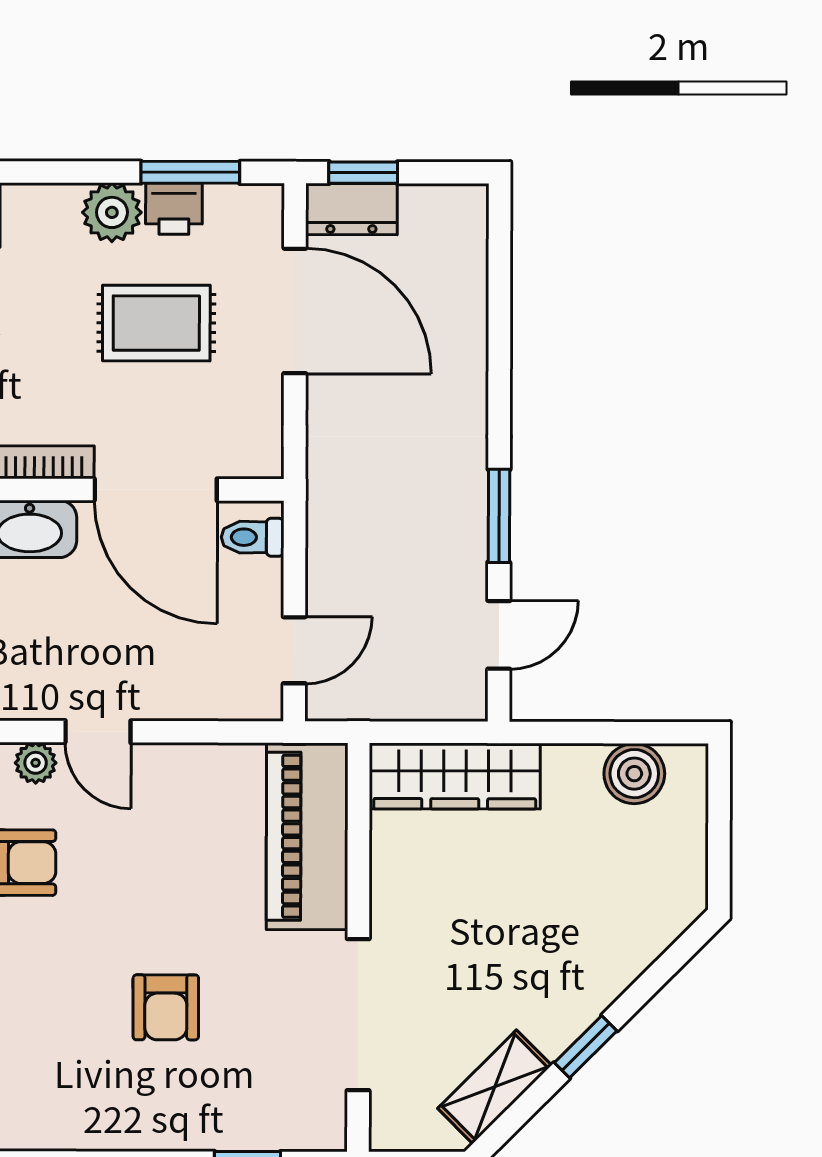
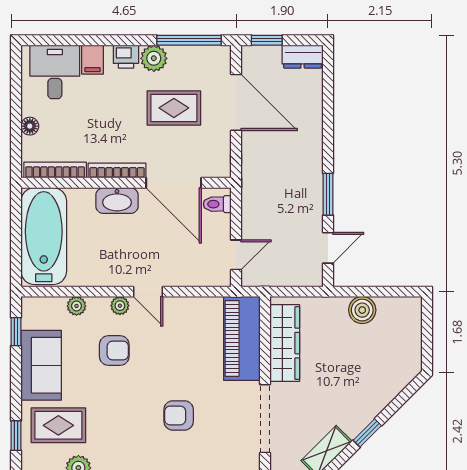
window: (190, 172) -> (189, 40), width x1.44
printer: (174, 209) -> (126, 57), moved
dresser: (351, 209) -> (303, 57), moved
boiler: (634, 774) -> (362, 310), moved
wardrobe: (455, 776) -> (285, 343), moved, turned -90
armchair: (166, 1007) -> (179, 415), turned 90

